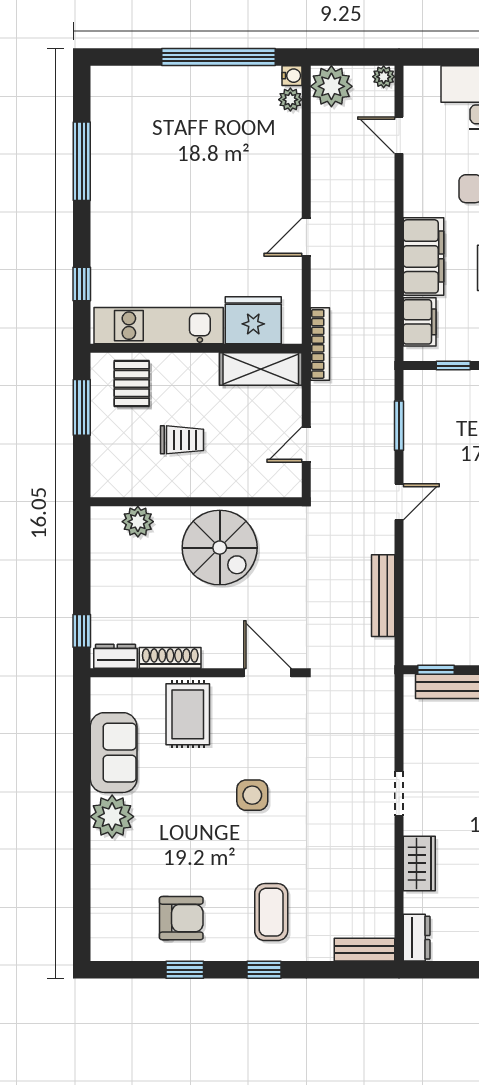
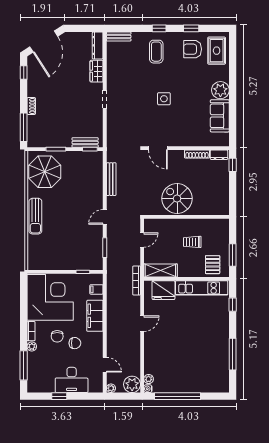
filing cabinet: (420, 322) -> (96, 289), width x0.50
plant: (138, 522) -> (210, 209), removed
rug: (188, 714) -> (217, 51), moved
dresser: (417, 938) -> (98, 45), width x1.44

